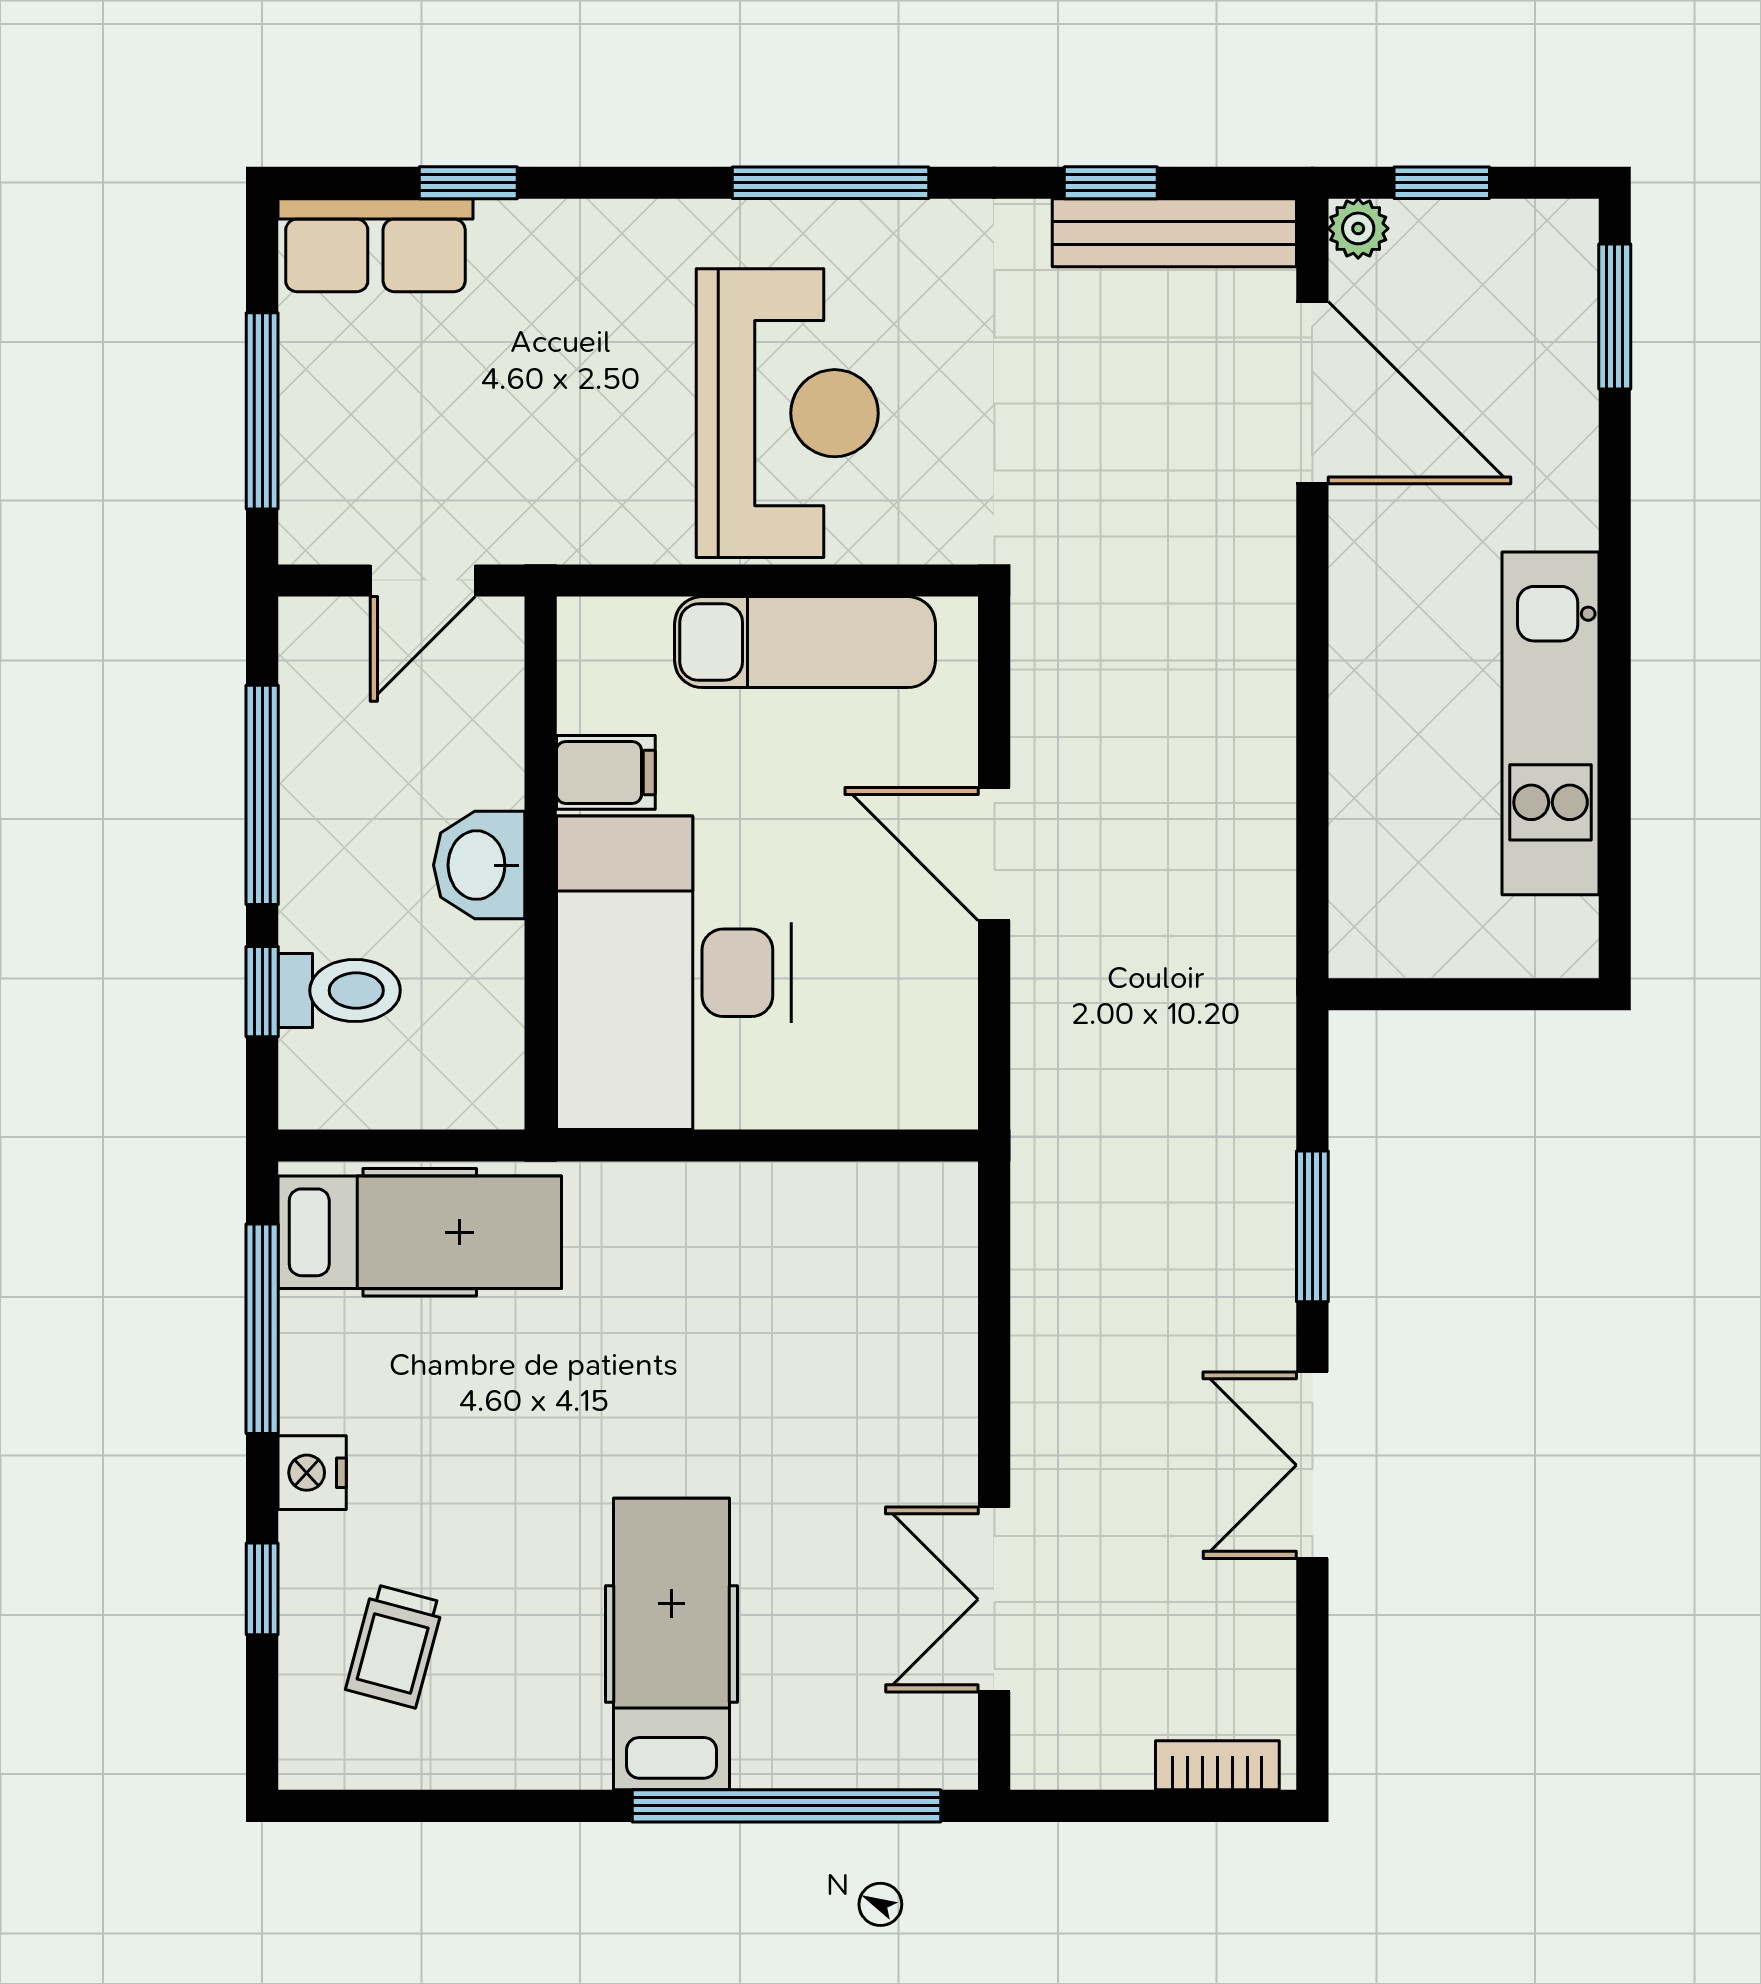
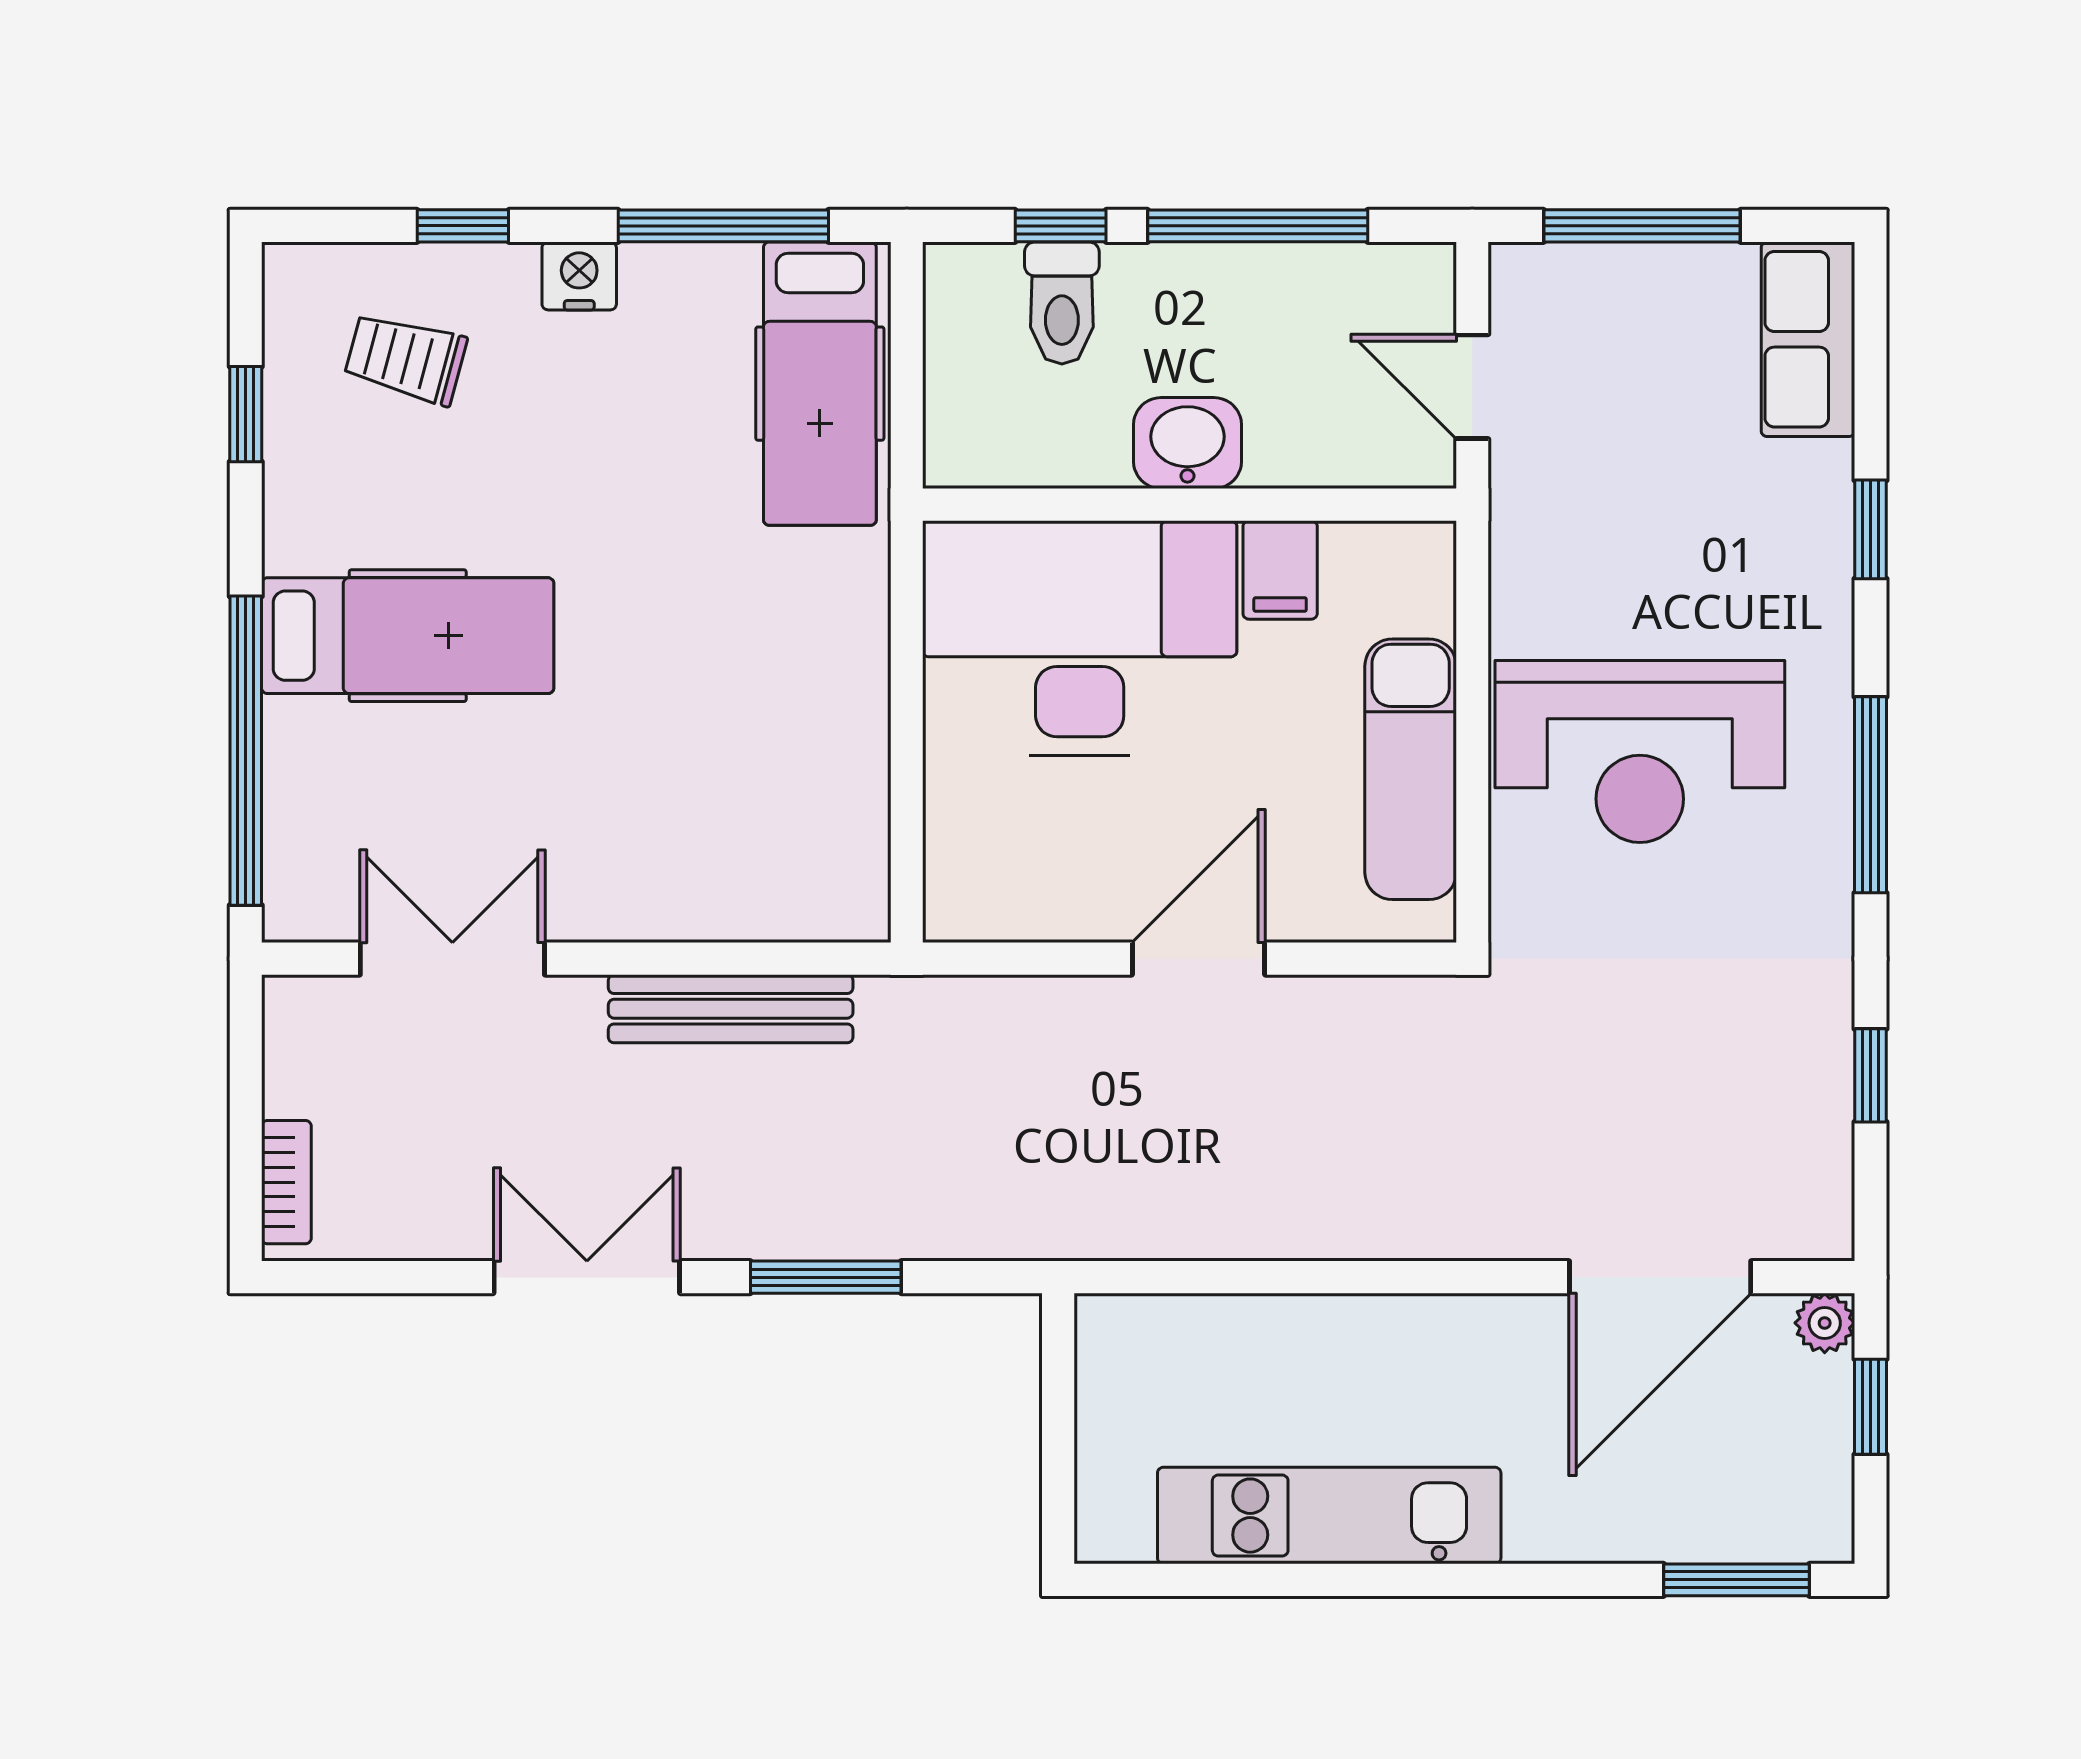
window: (468, 183) -> (1870, 529), moved
bench: (1174, 233) -> (731, 1009), moved, turned 90
window: (450, 1806) -> (246, 414), added

